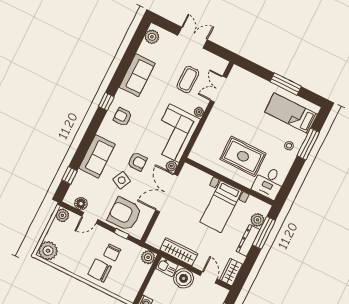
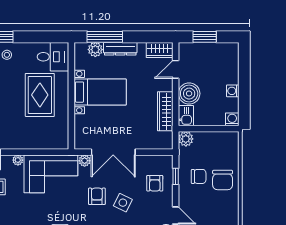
armchair: (125, 214) -> (155, 183), width x0.53, depth x0.53

